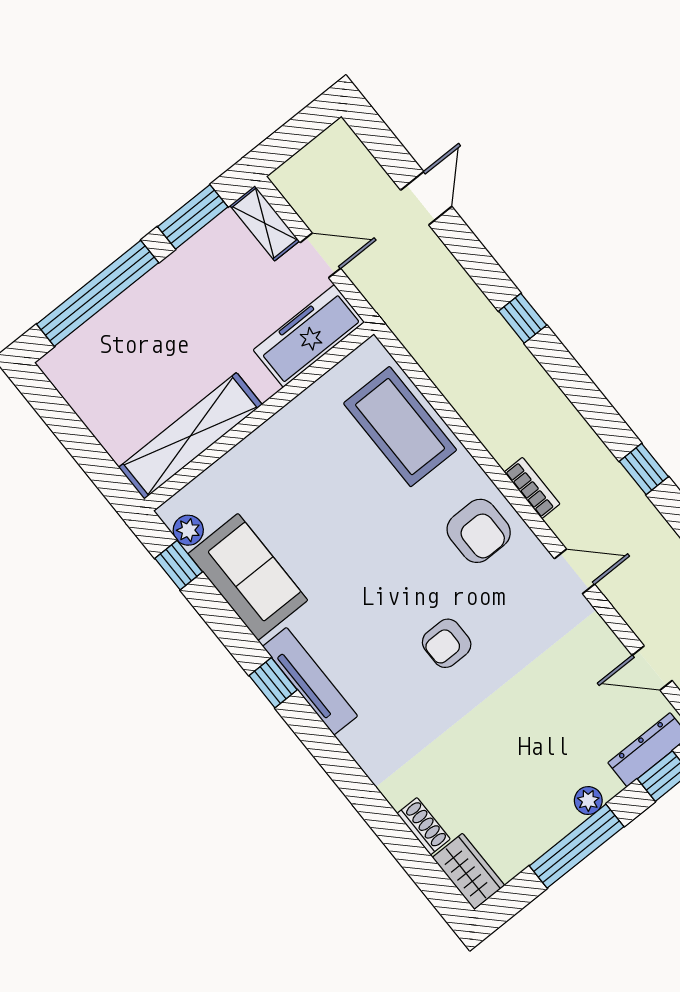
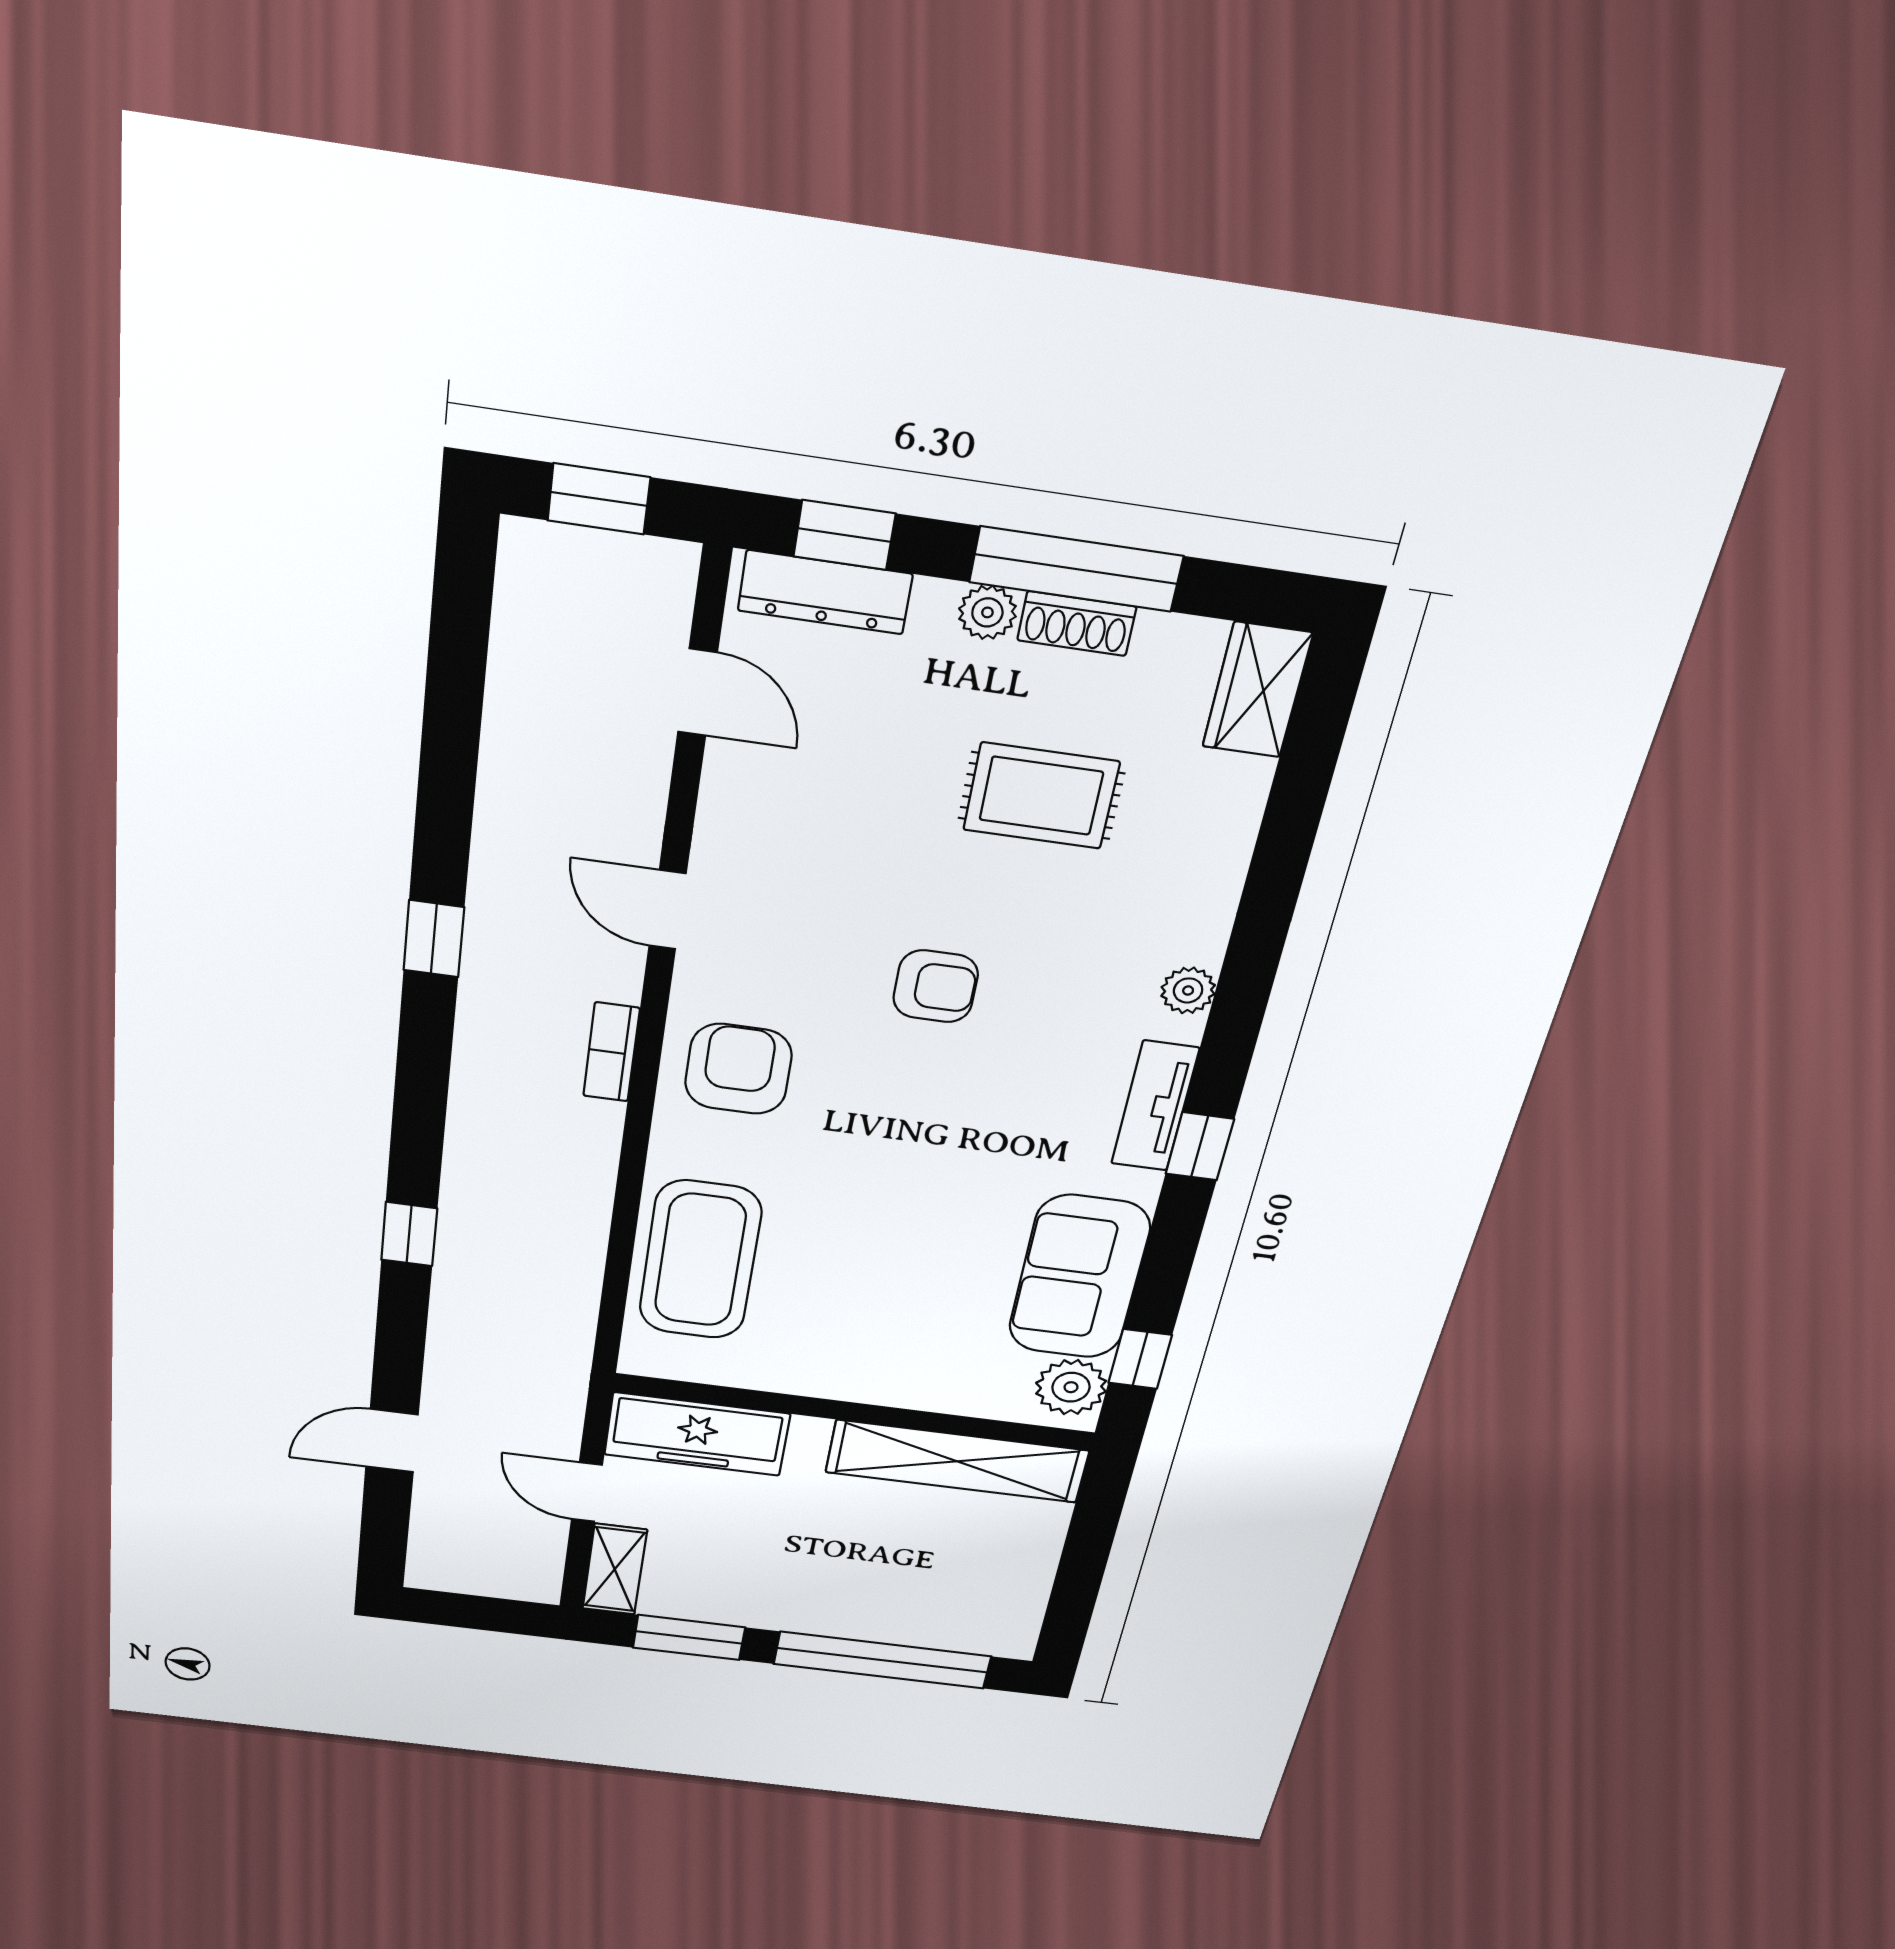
plant: (188, 530) -> (1071, 1387), width x1.38, depth x1.38
tv unit: (310, 681) -> (1155, 1106), width x0.71
plant: (356, 740) -> (1188, 990), added
rug: (495, 756) -> (1041, 796), added
shoe rack: (424, 826) -> (1077, 624), moved, turned -90

